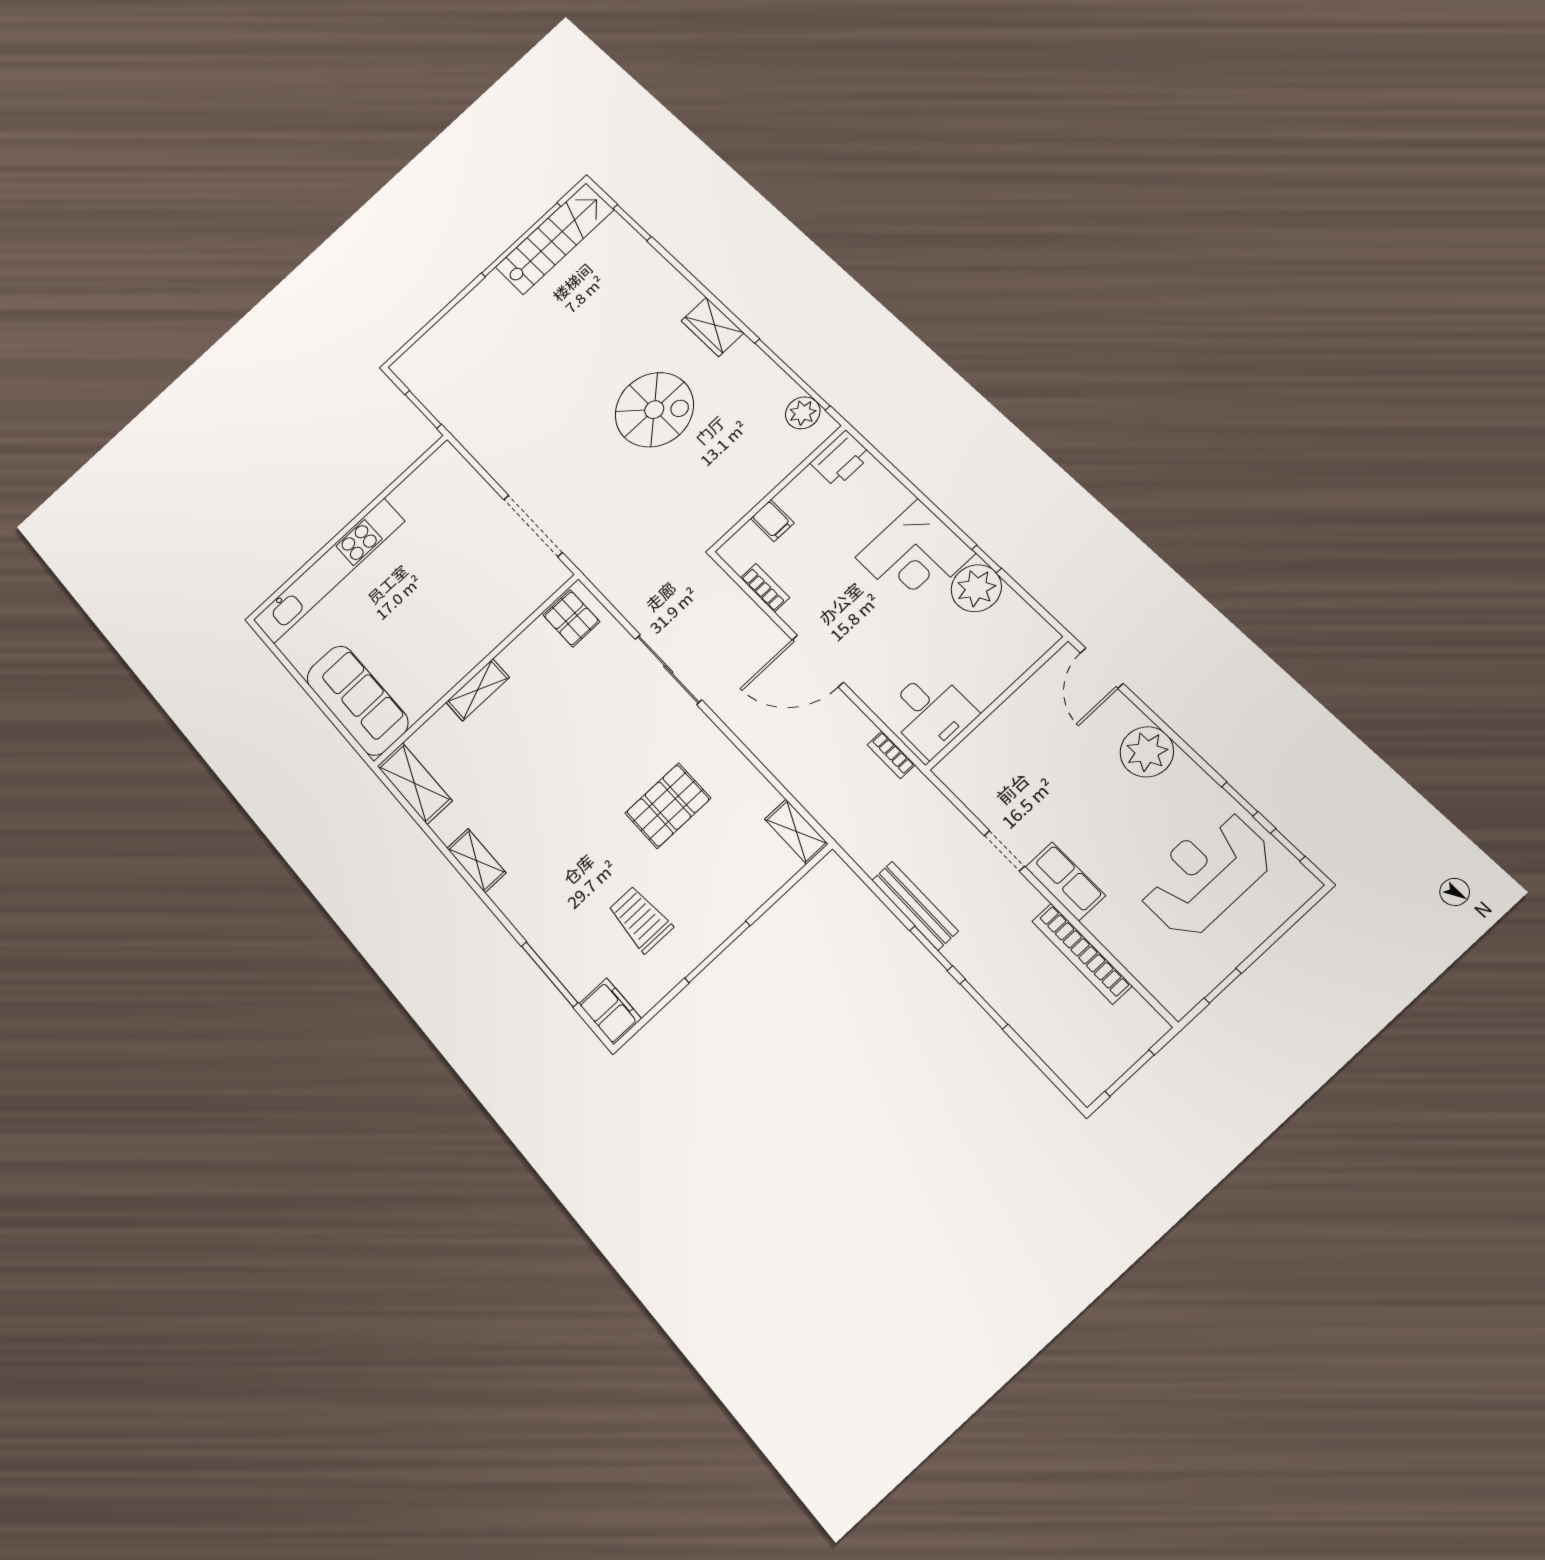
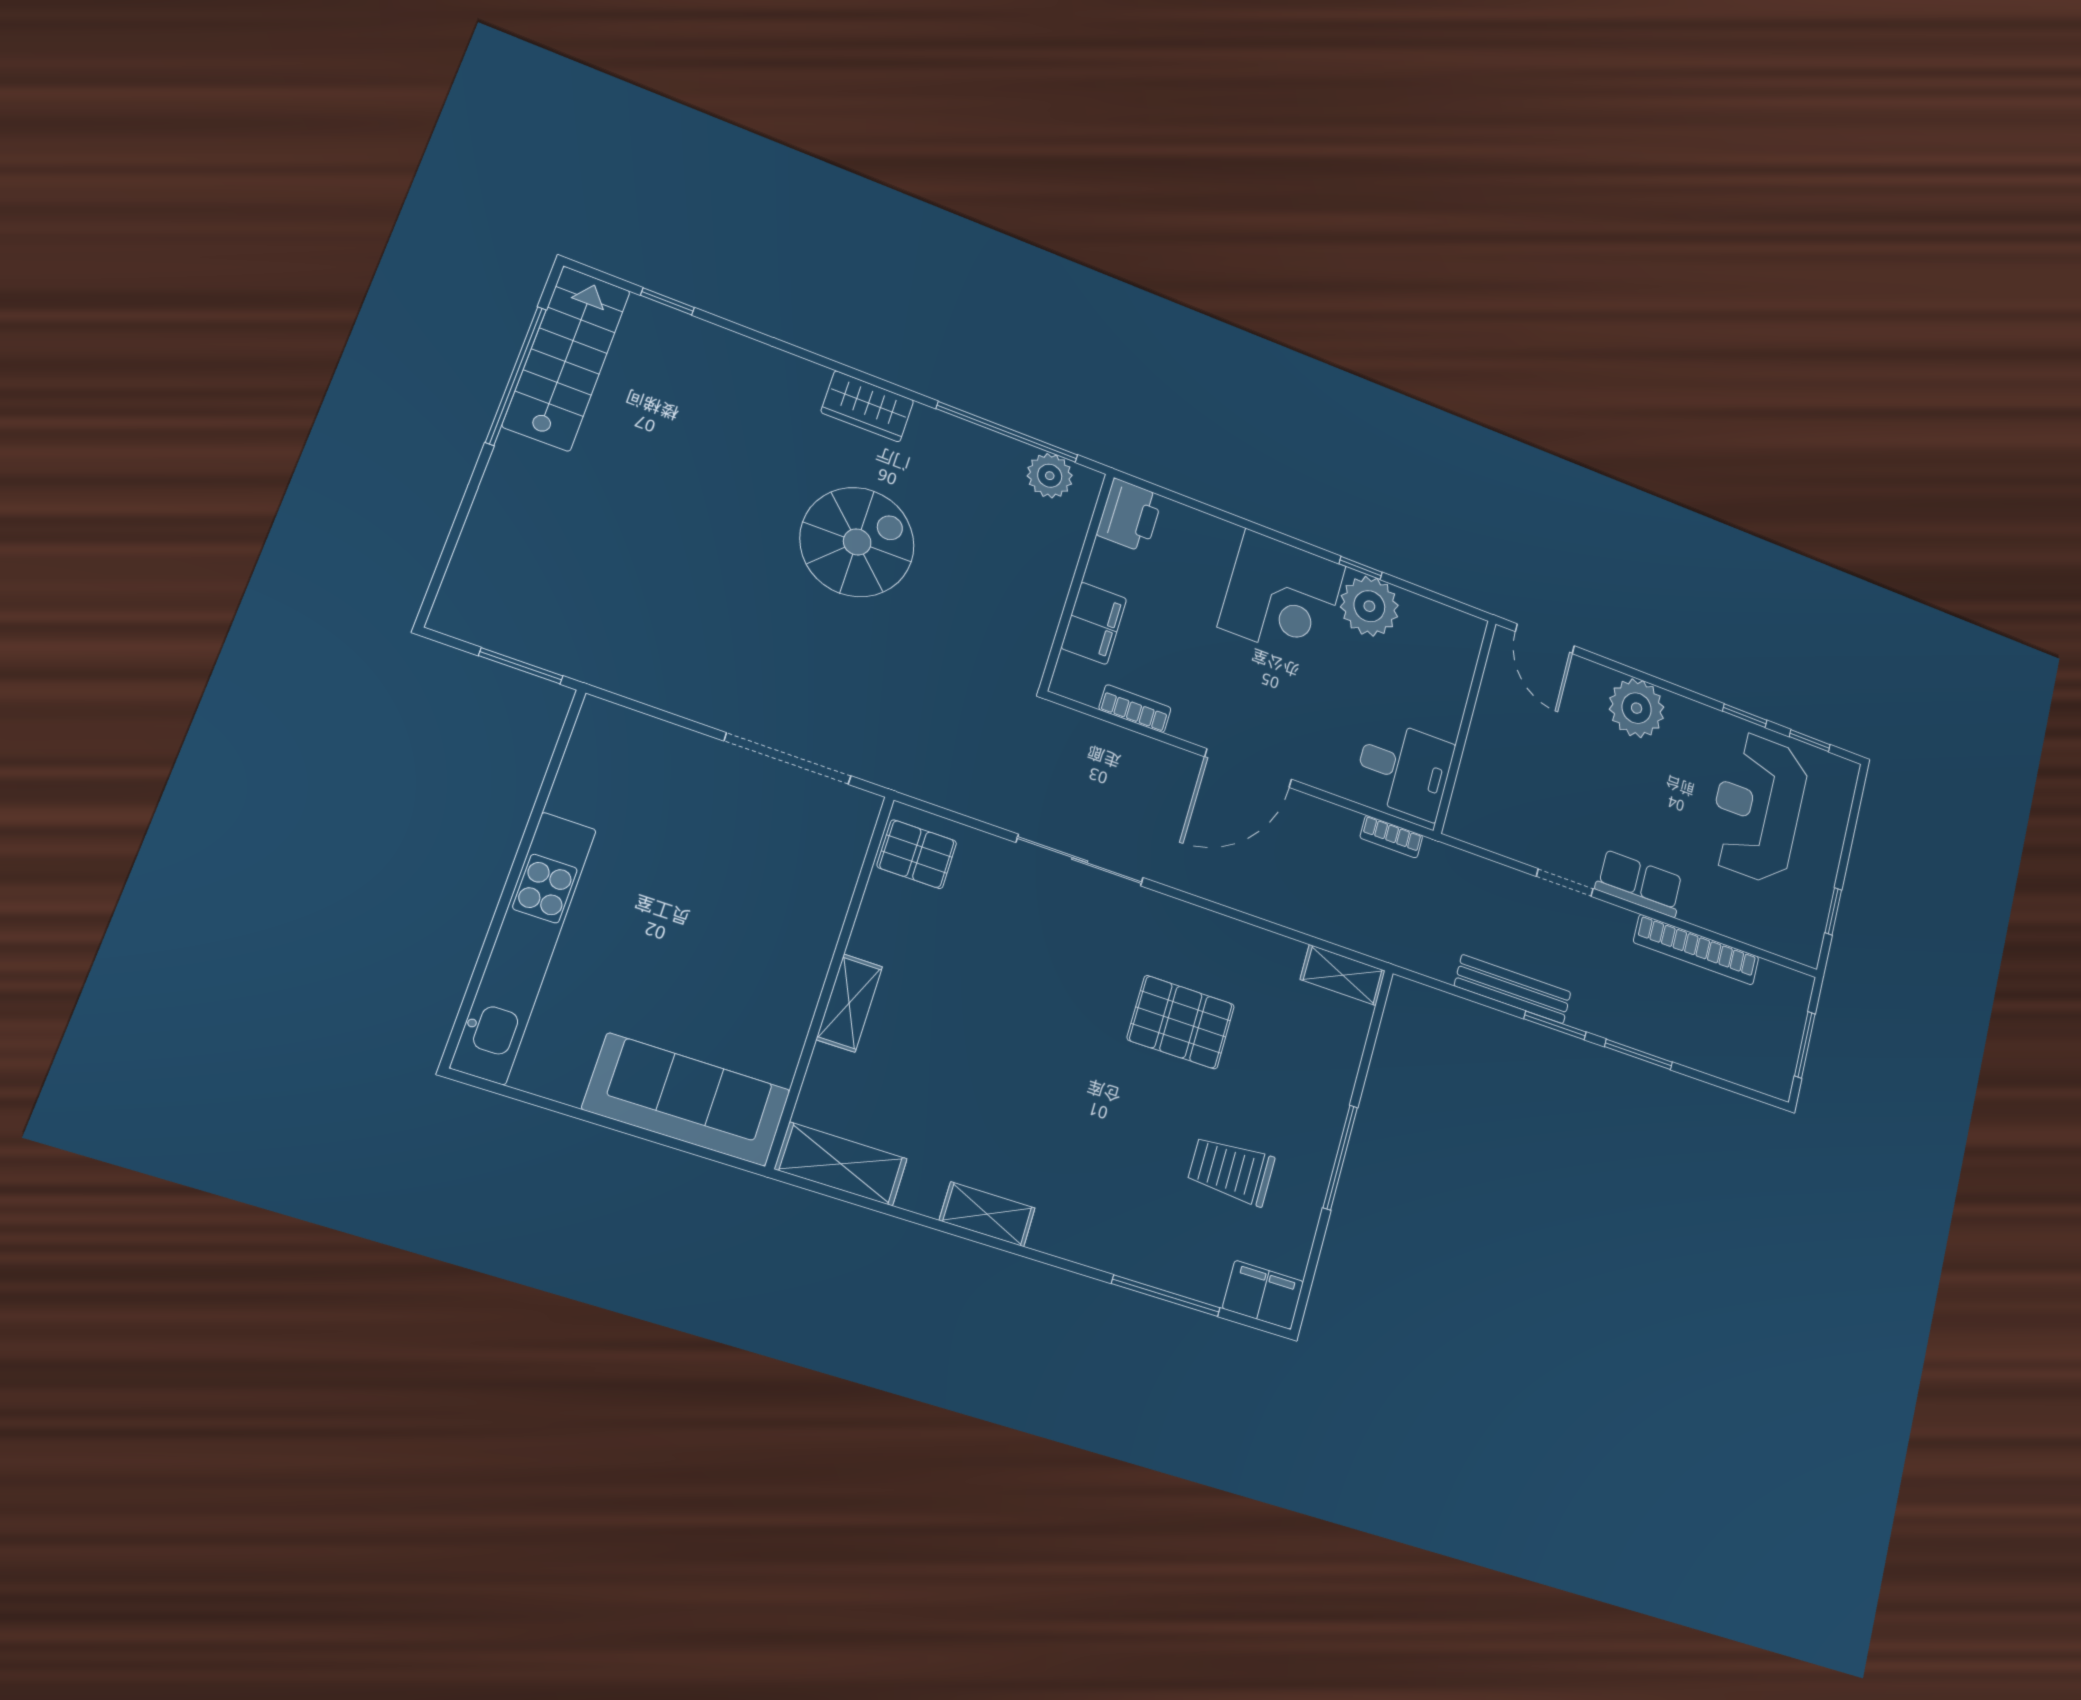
window: (632, 222) -> (667, 301), width x0.67
filing cabinet: (772, 521) -> (1094, 623), width x2.00
pallet: (668, 806) -> (1181, 1022), turned 90

